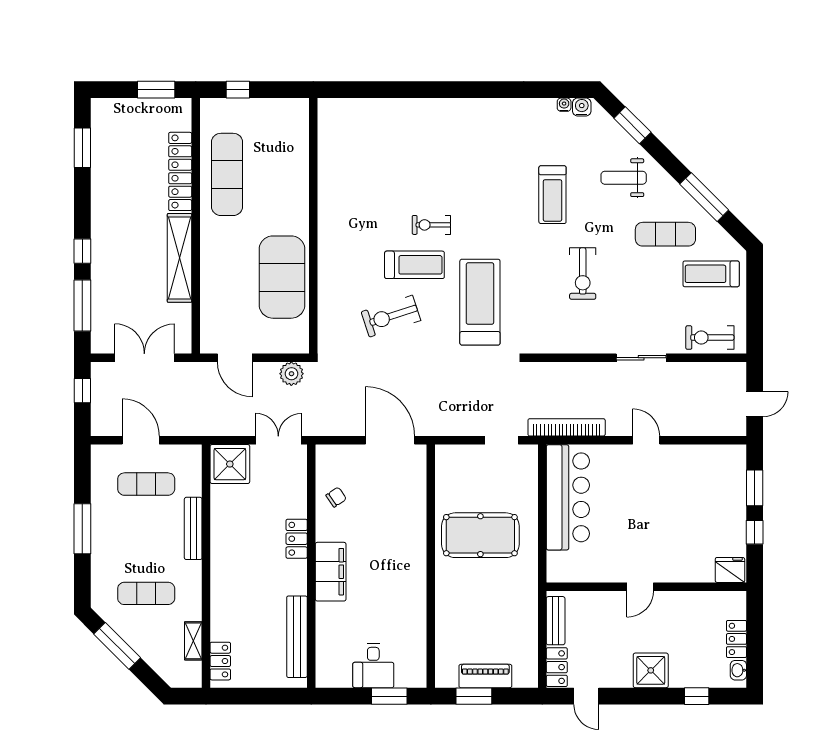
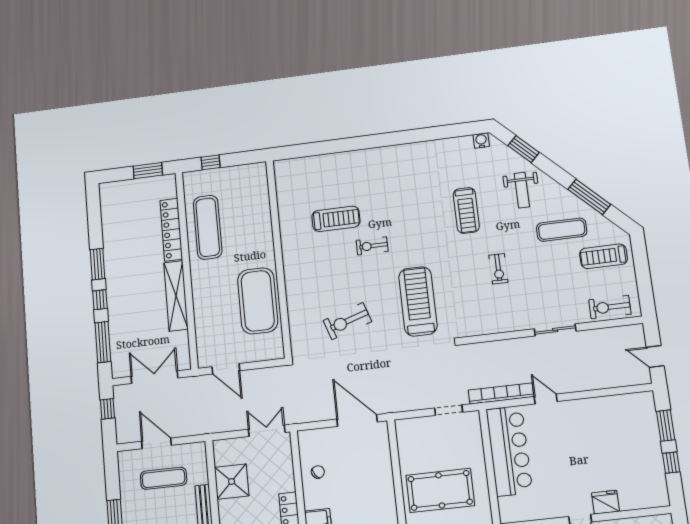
water cooler: (564, 105) -> (467, 141), removed
window: (82, 148) -> (98, 264), moved
weight bench: (624, 178) -> (522, 190), turned -90
treadmill: (414, 265) -> (336, 219), moved
exercise bike: (583, 274) -> (498, 269), width x0.73, depth x0.72
plant: (291, 374) -> (272, 376), removed
door: (755, 404) -> (655, 356), swing flipped
door: (646, 440) -> (546, 399), moved
shower: (230, 464) -> (232, 482), moved
fridge: (730, 570) -> (606, 502), moved

